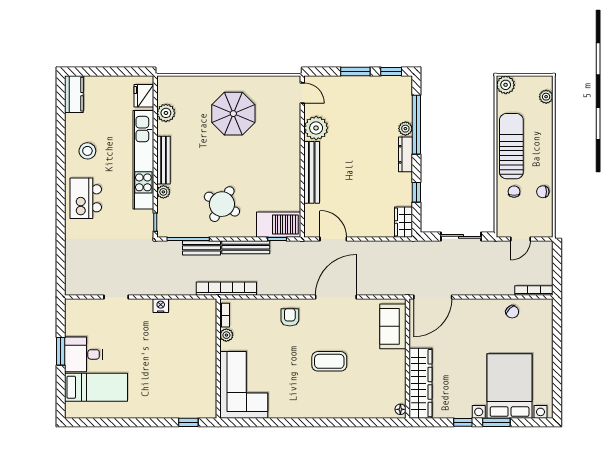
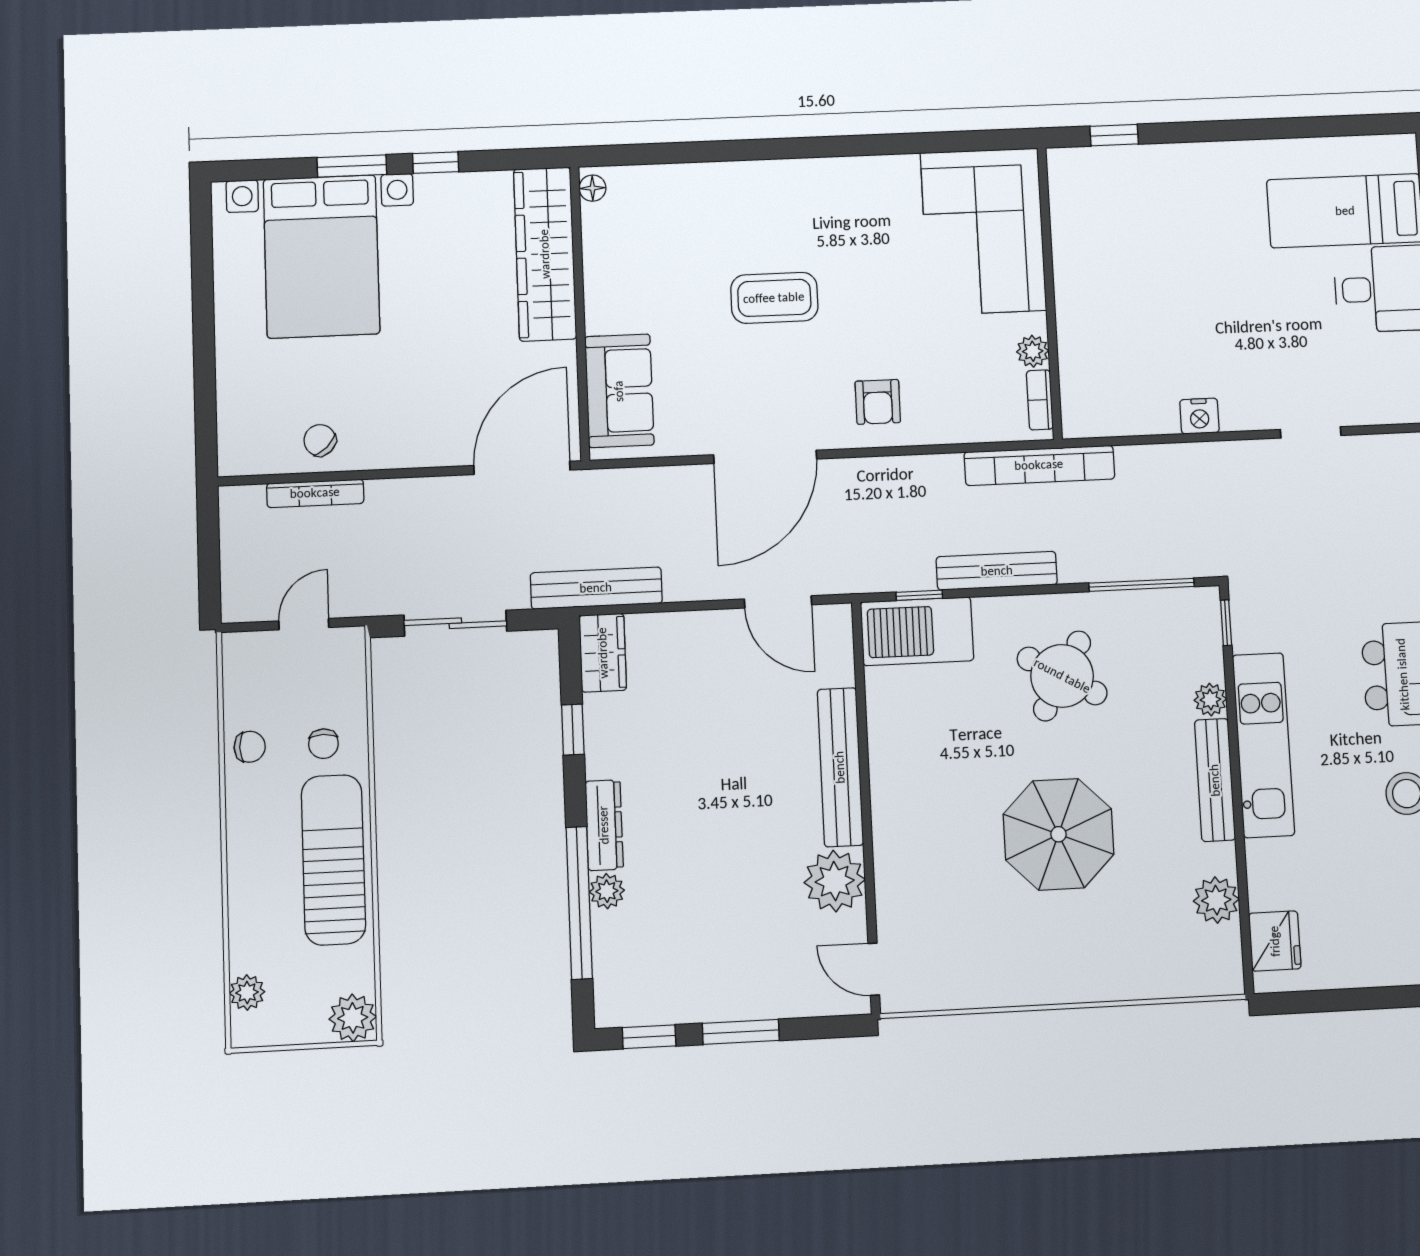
parasol: (233, 114) -> (1058, 834), moved
sun lounger: (511, 146) -> (333, 860), turned 180
kitchen unit: (143, 160) -> (1263, 745), width x0.73
bench: (202, 248) -> (596, 588), moved, width x1.36
bookcase: (534, 291) -> (315, 493), moved

